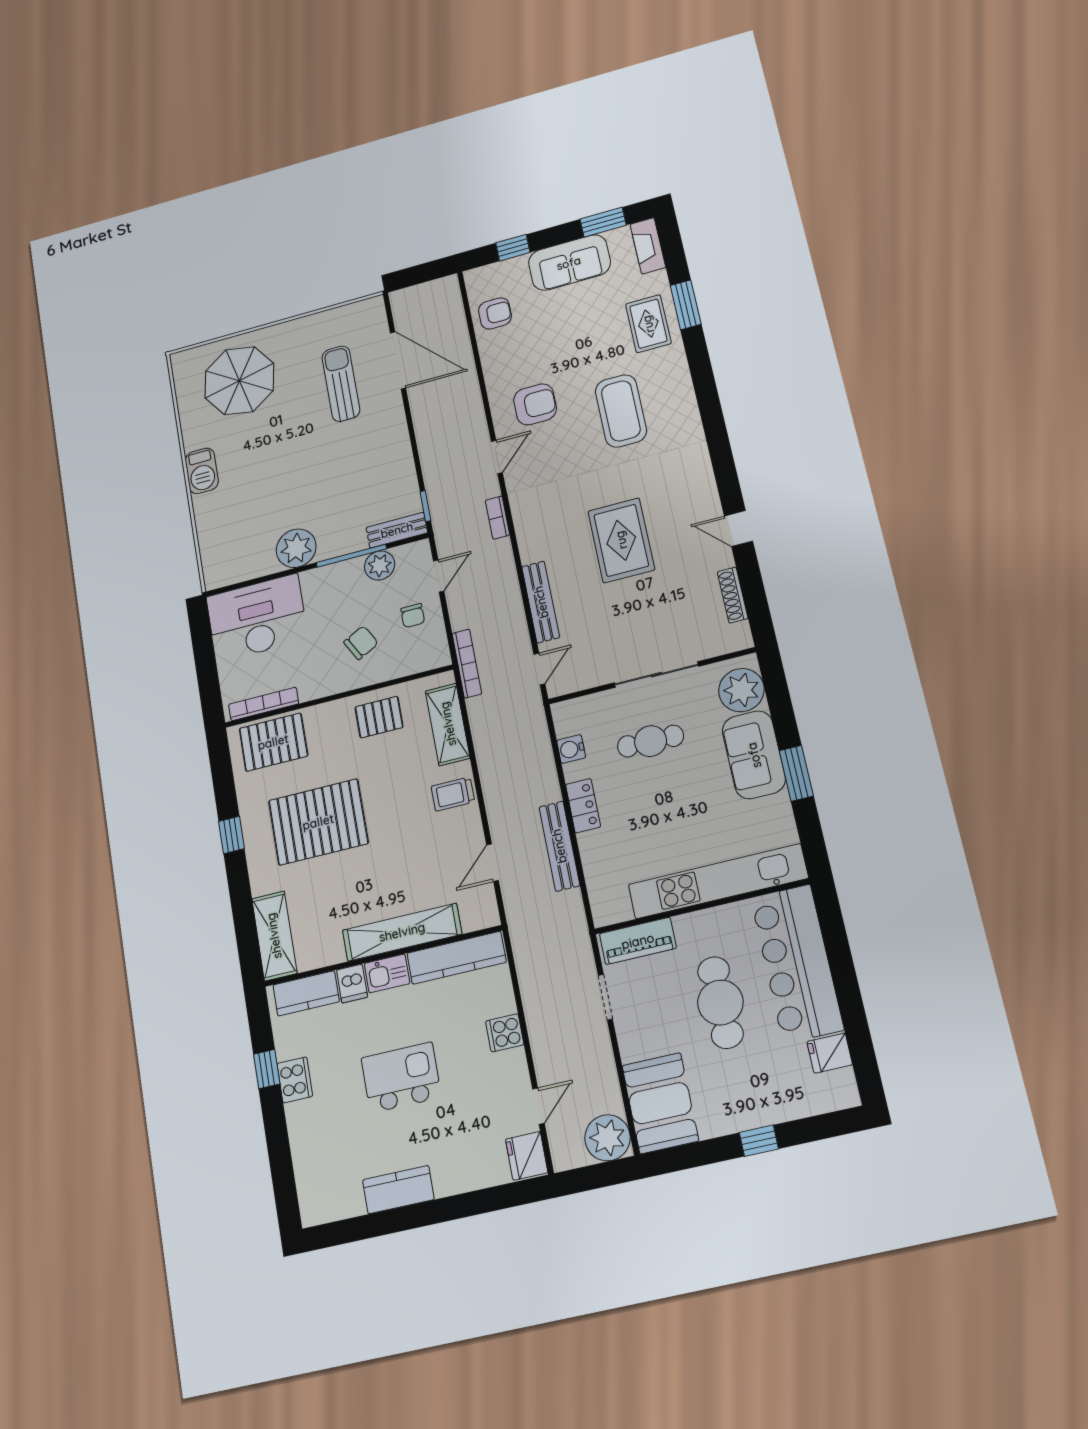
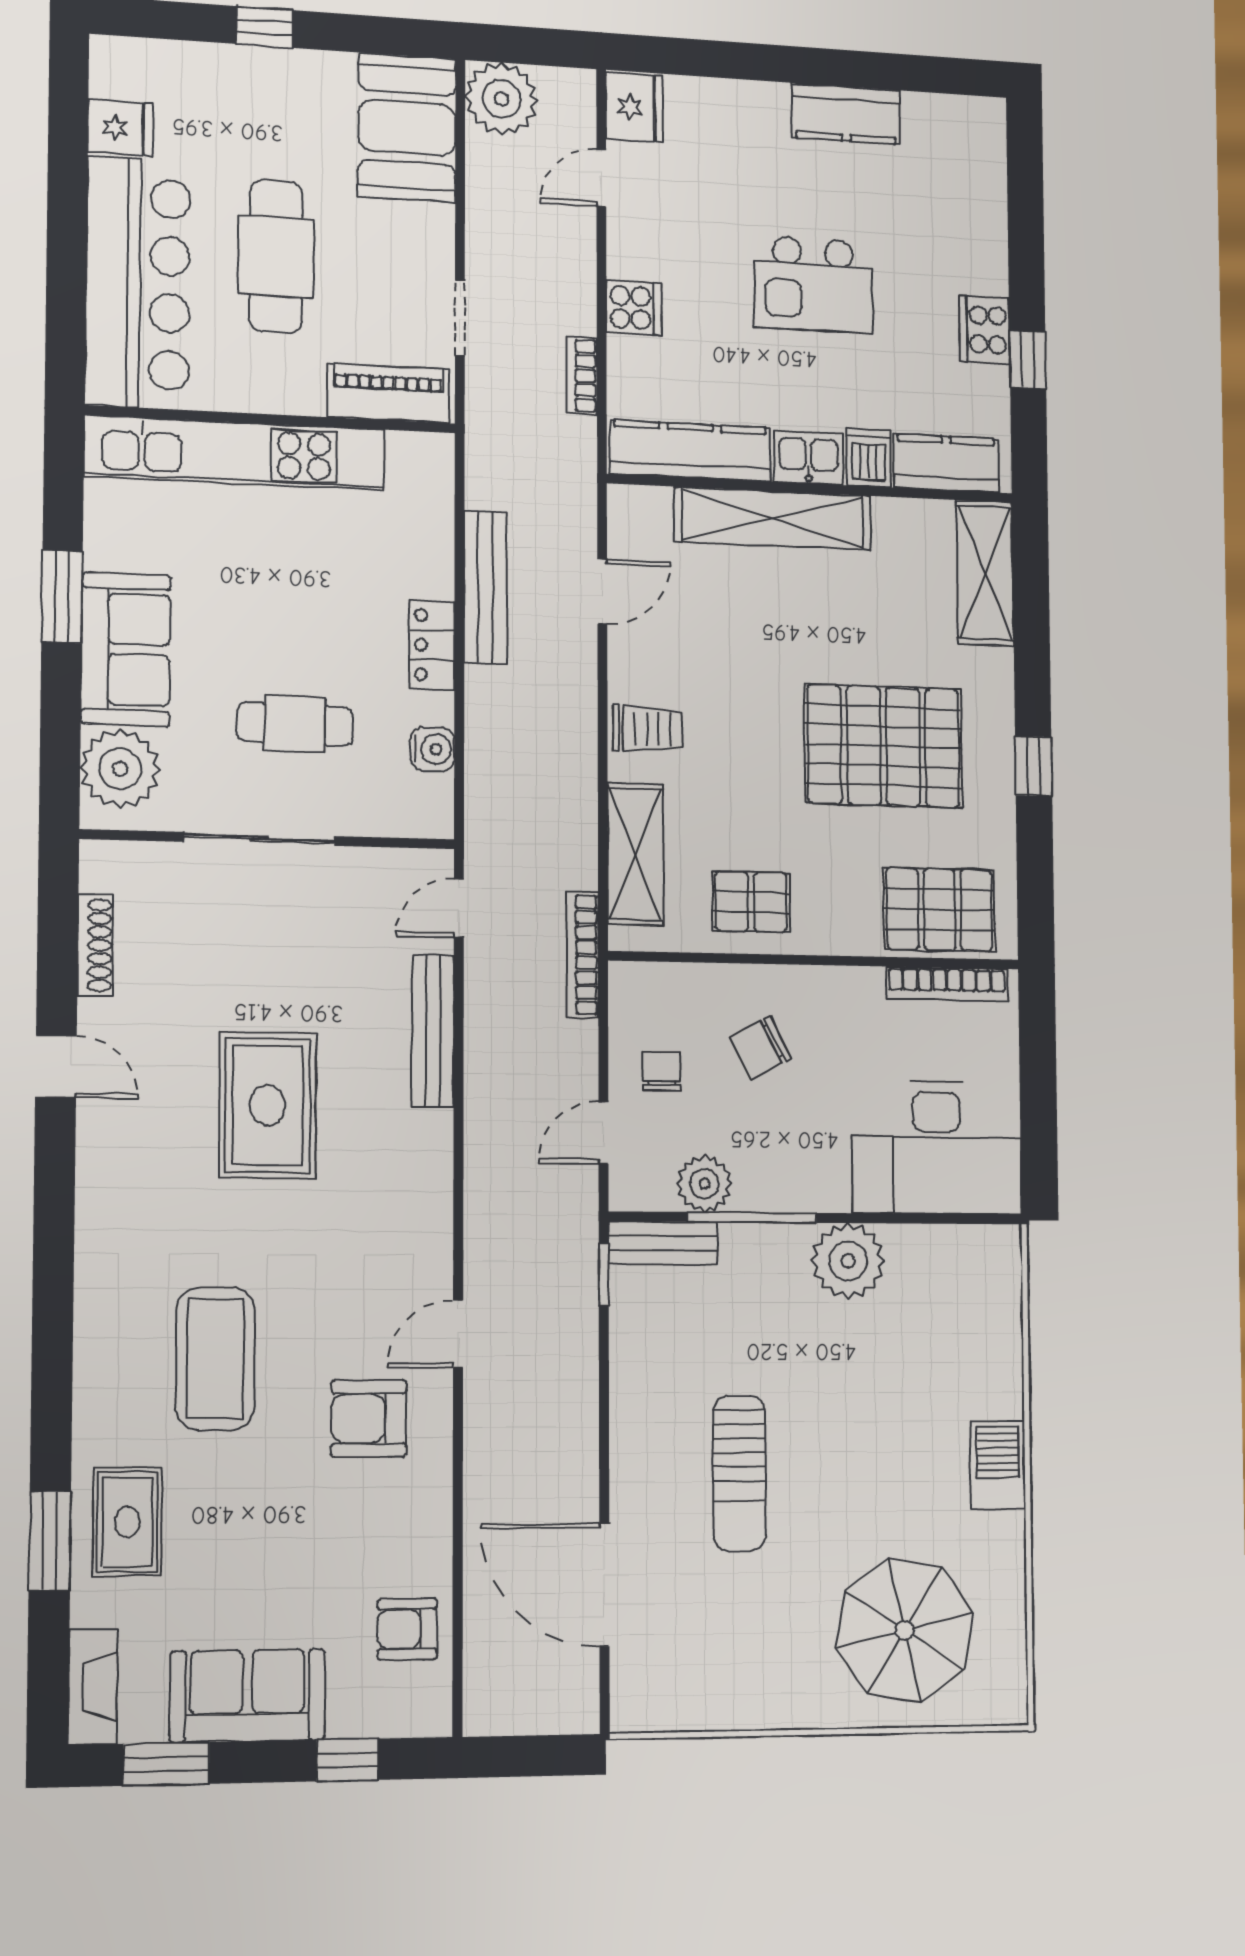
sun lounger: (341, 384) -> (739, 1473), moved
bookcase: (497, 518) -> (582, 376), moved, turned 180

